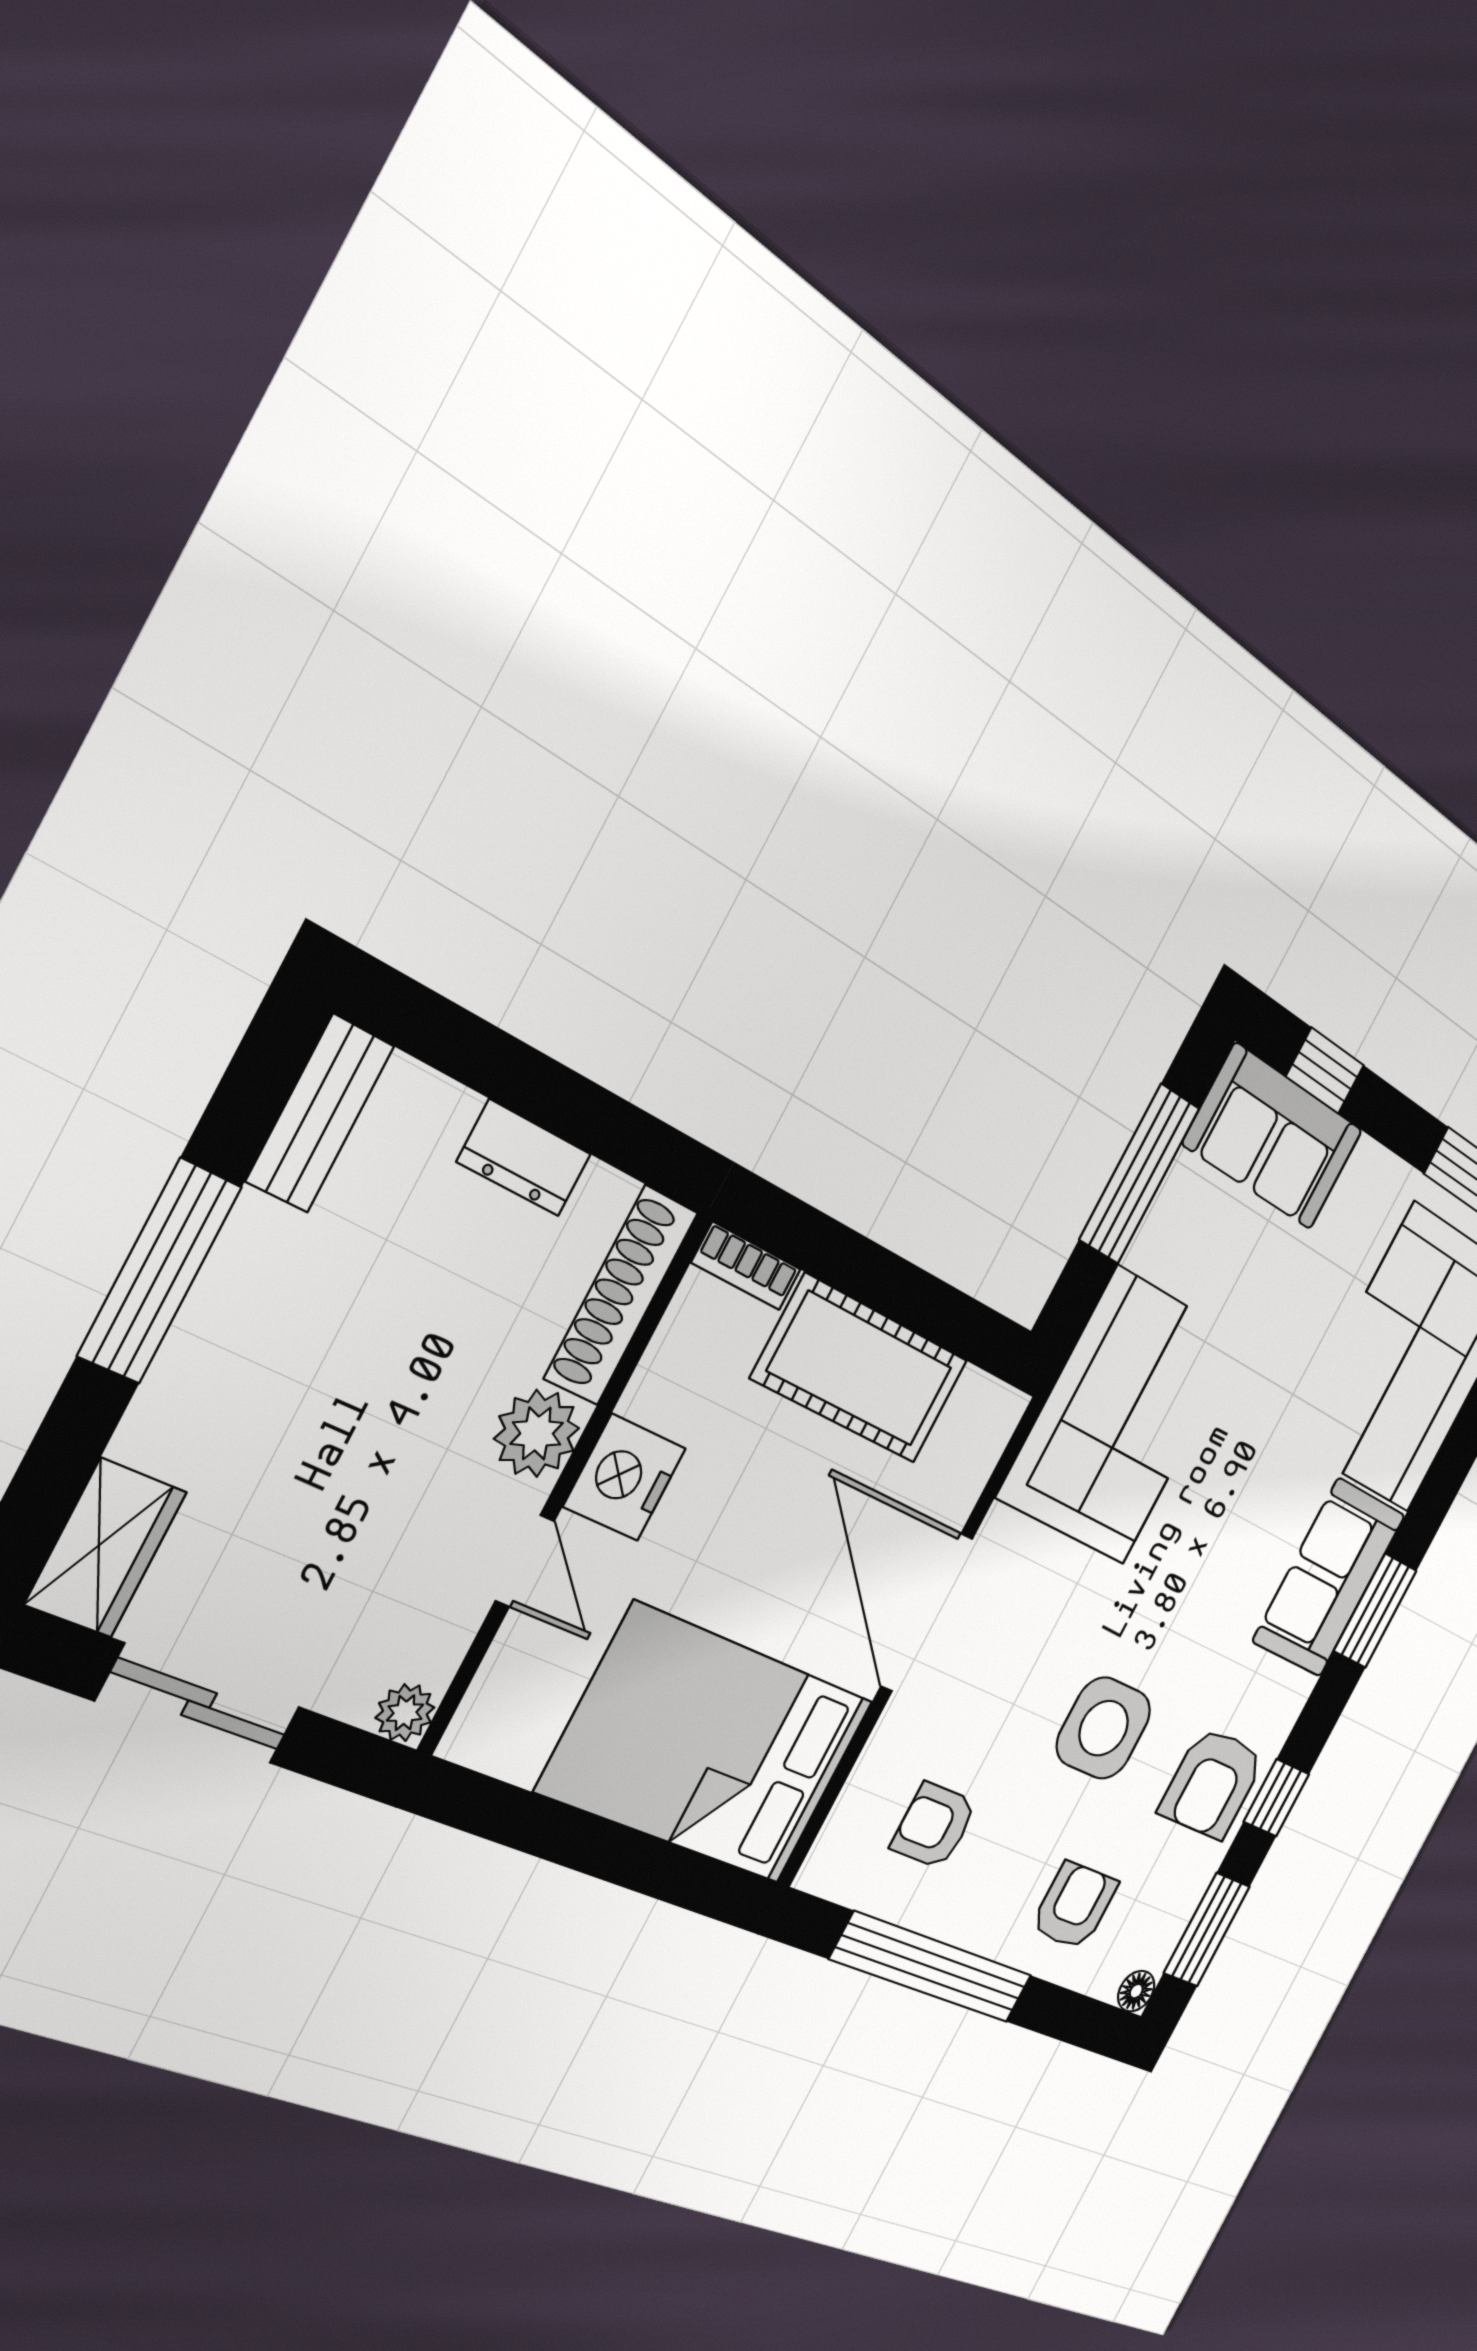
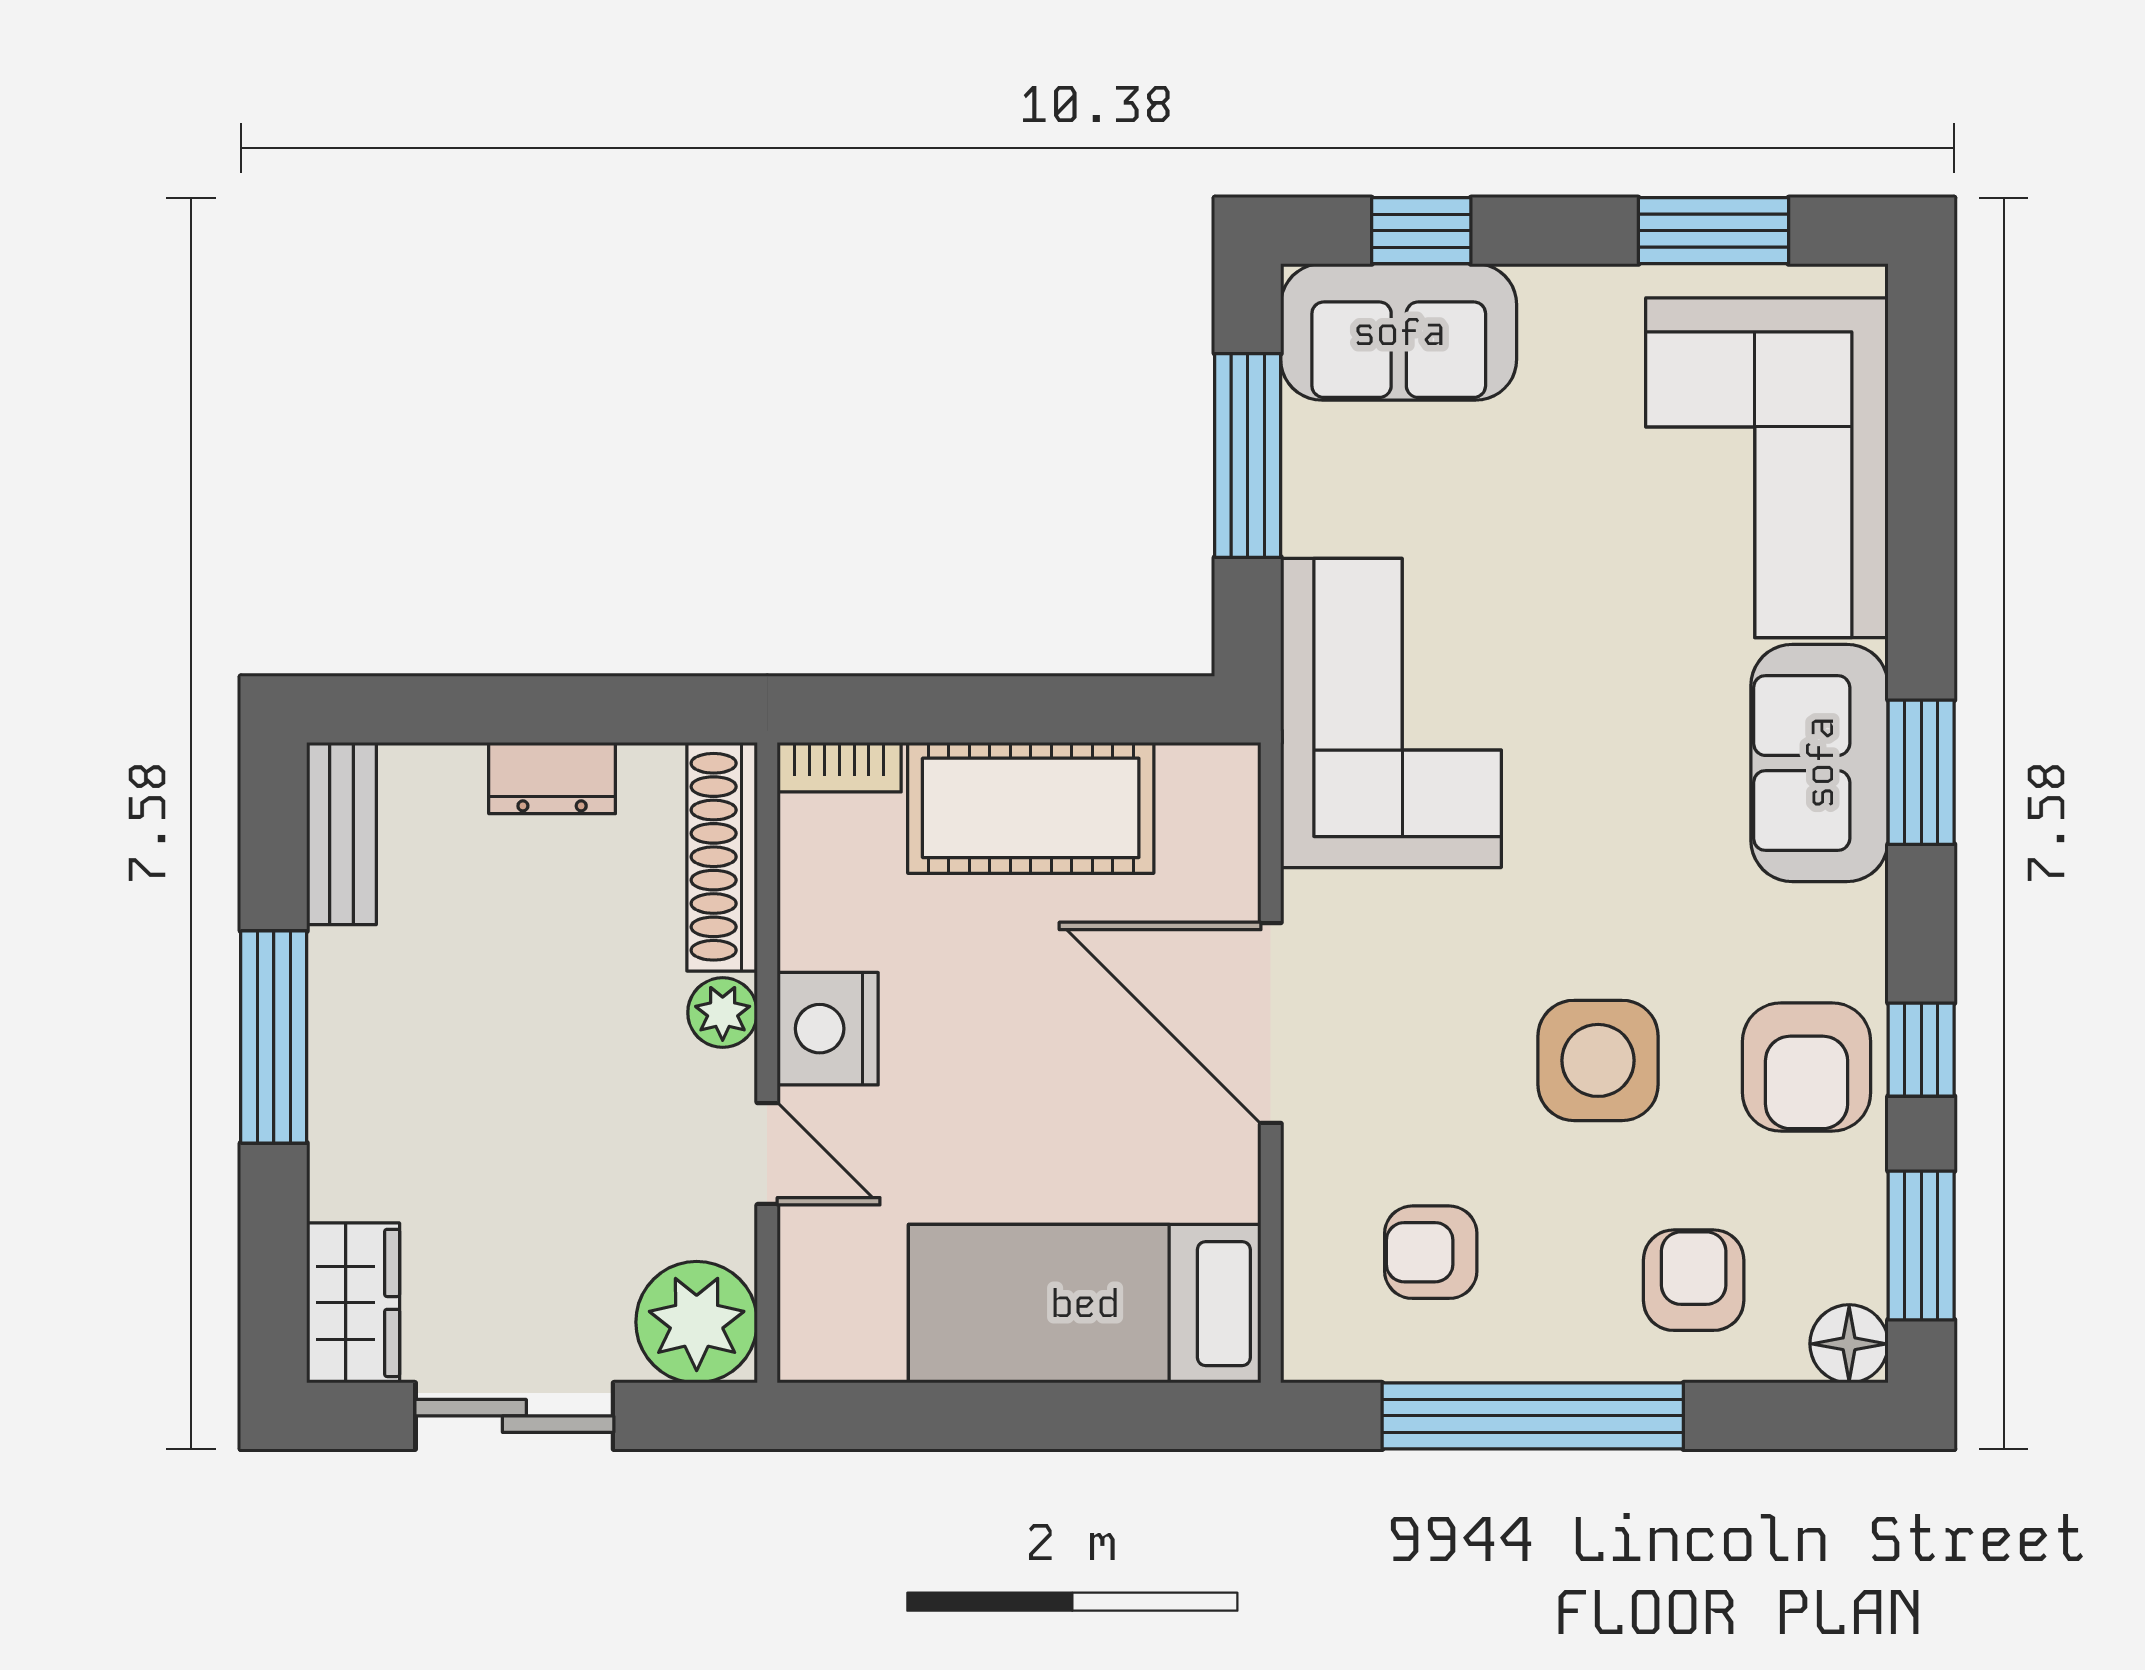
plant: (537, 1433) -> (723, 1013), width x0.73, depth x0.73
plant: (405, 1713) -> (697, 1322), width x1.87, depth x1.87
bed: (708, 1746) -> (1085, 1304), width x0.67
floor lamp: (1136, 1991) -> (1849, 1344), width x1.37, depth x1.37

